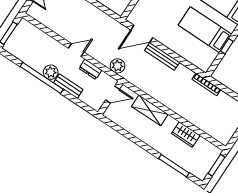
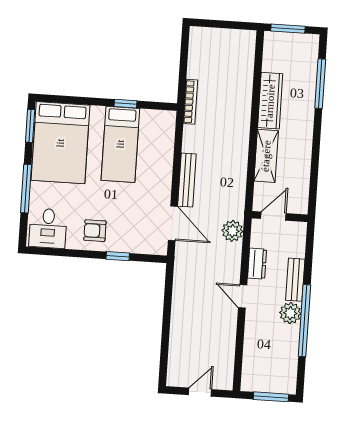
door: (113, 95) -> (273, 216), hinge flipped
wardrobe: (186, 134) -> (270, 101), width x1.50

